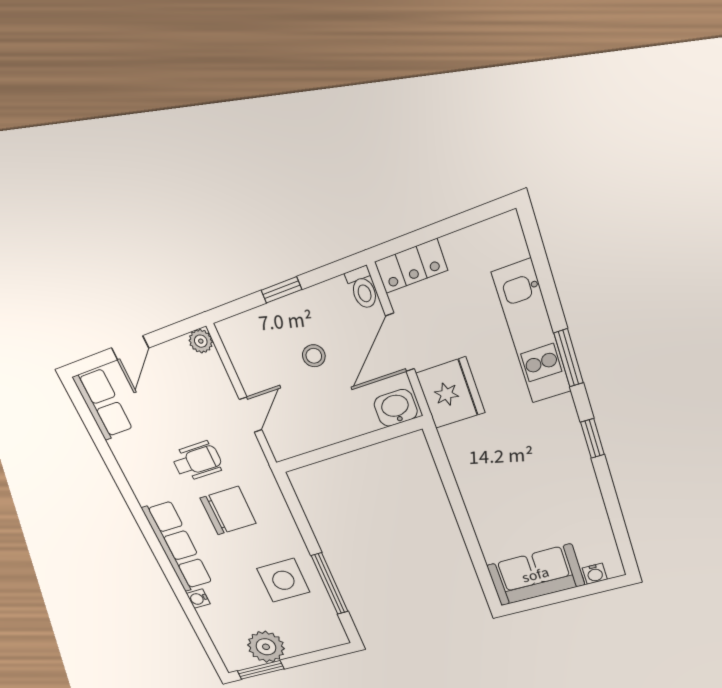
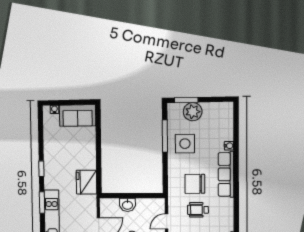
fridge: (450, 393) -> (86, 182), moved
washbasin: (396, 408) -> (127, 205), moved
plant: (266, 647) -> (193, 112), moved
window: (261, 670) -> (186, 100), moved

